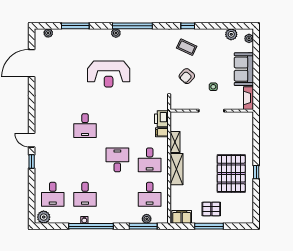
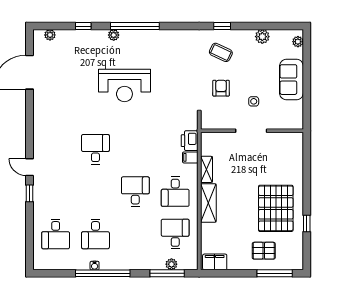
window: (75, 26) -> (83, 26), width x0.46
window: (132, 26) -> (135, 26), moved
plant: (116, 33) -> (114, 35), moved
plant: (231, 34) -> (262, 37), moved
armchair: (187, 76) -> (221, 88), turned 138
fireplace: (249, 98) -> (297, 115), removed
desk: (85, 126) -> (95, 149), turned 180
window: (256, 172) -> (307, 223), moved
desk: (150, 194) -> (175, 234), turned 180
pallet: (211, 209) -> (264, 251), moved
plant: (44, 217) -> (44, 262), removed
window: (209, 226) -> (275, 273), moved

